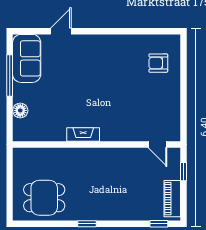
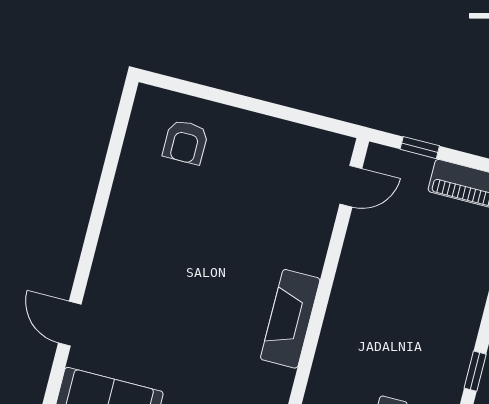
fireplace: (83, 134) -> (290, 319), width x1.37, depth x1.32

